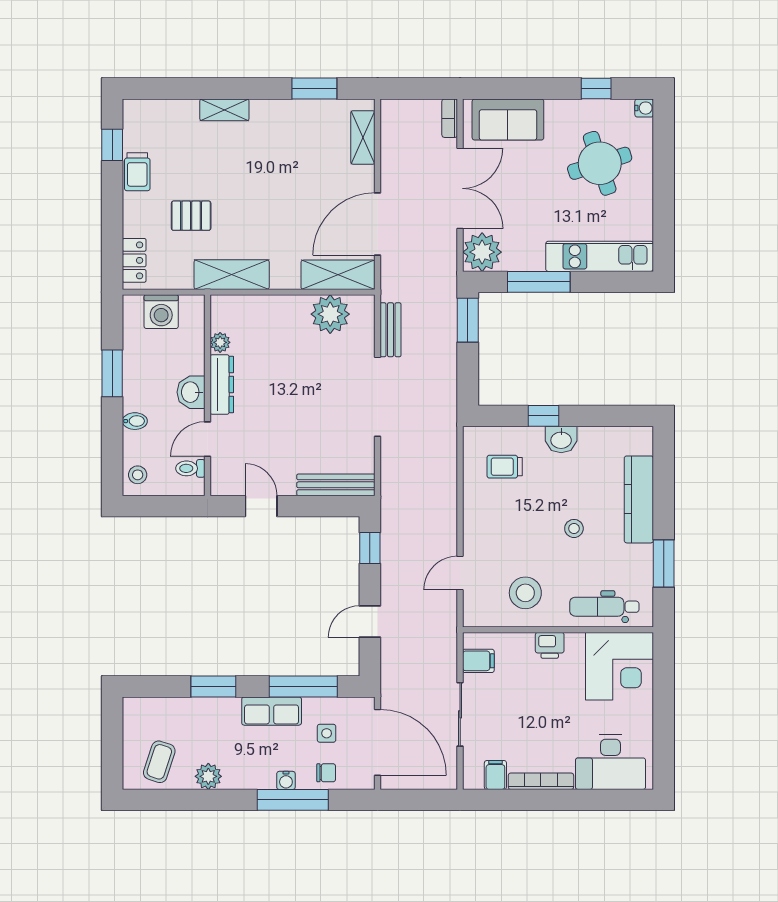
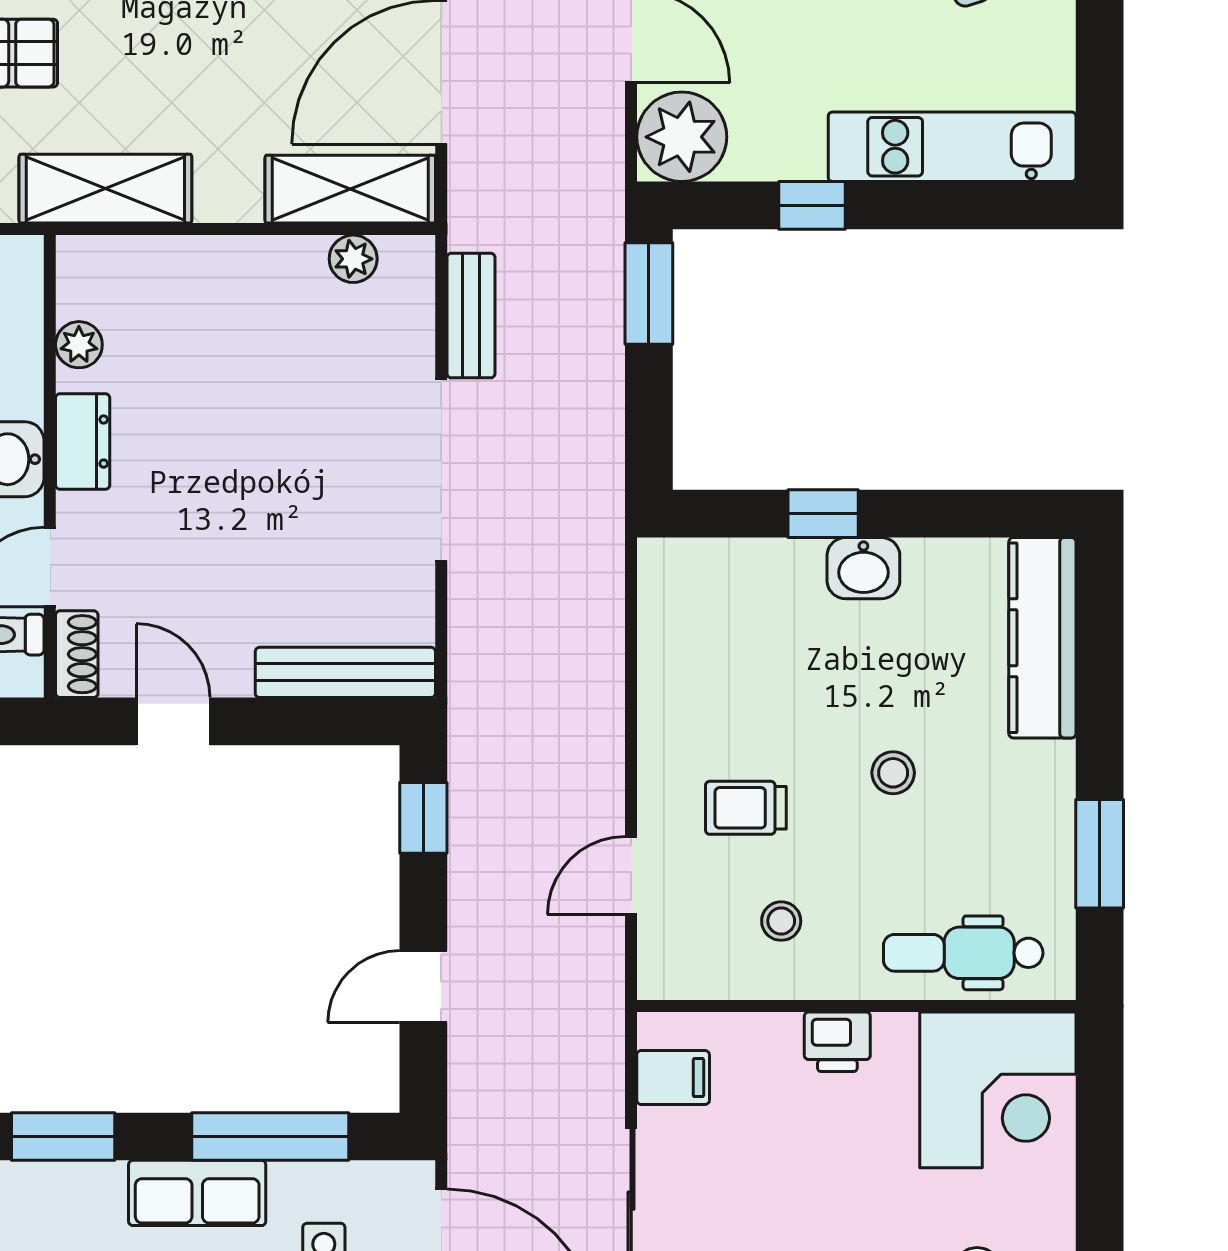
window: (539, 282) -> (812, 205), width x0.46
plant: (330, 314) -> (353, 259), width x0.53, depth x0.53
dresser: (222, 384) -> (83, 442), width x0.70
trolley: (505, 467) -> (746, 808), moved
shoe rack: (219, 477) -> (77, 654), added
kitchen counter: (639, 499) -> (1042, 638), moved
stool: (525, 593) -> (781, 921), width x0.53, depth x0.53

